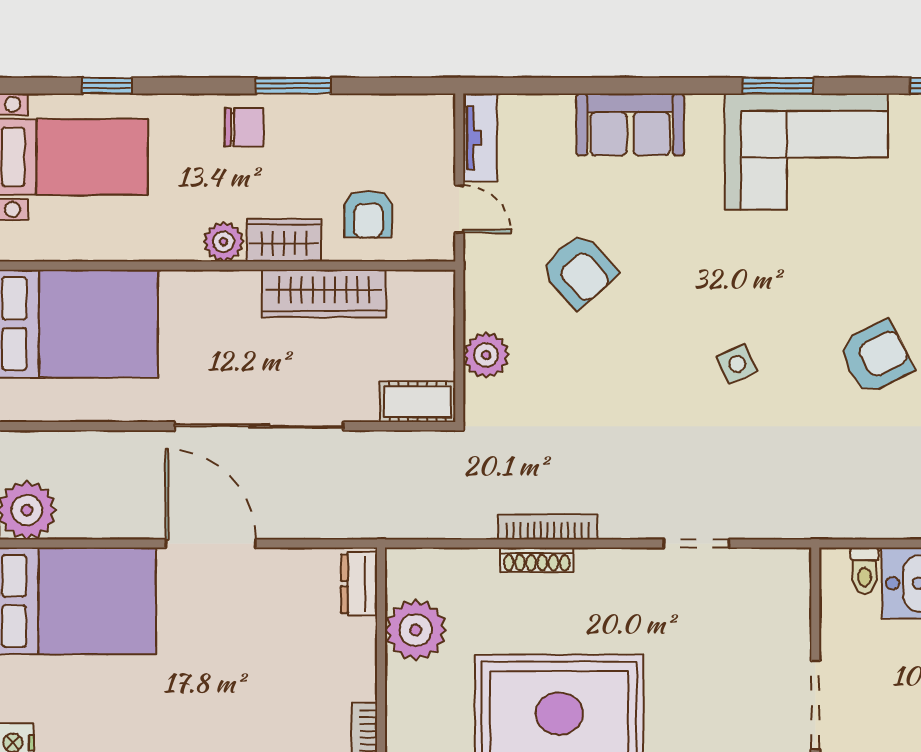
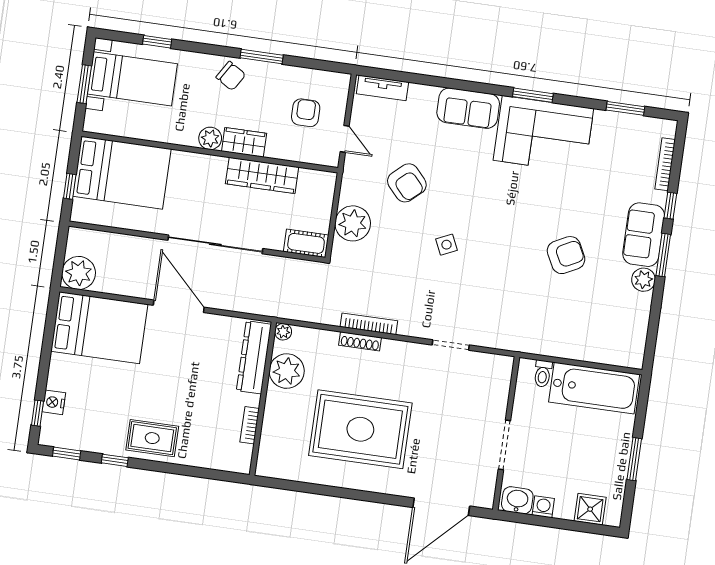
sofa: (630, 125) -> (468, 108), moved
chair: (244, 127) -> (231, 76), turned 32
tv unit: (480, 138) -> (382, 88), moved, turned 90
armchair: (368, 214) -> (306, 113), moved, turned 180
plant: (486, 355) -> (353, 223), width x1.36, depth x1.36
side table: (737, 364) -> (447, 245), moved
plant: (400, 562) -> (283, 332), added
dresser: (359, 584) -> (254, 357), width x1.96, depth x1.24

